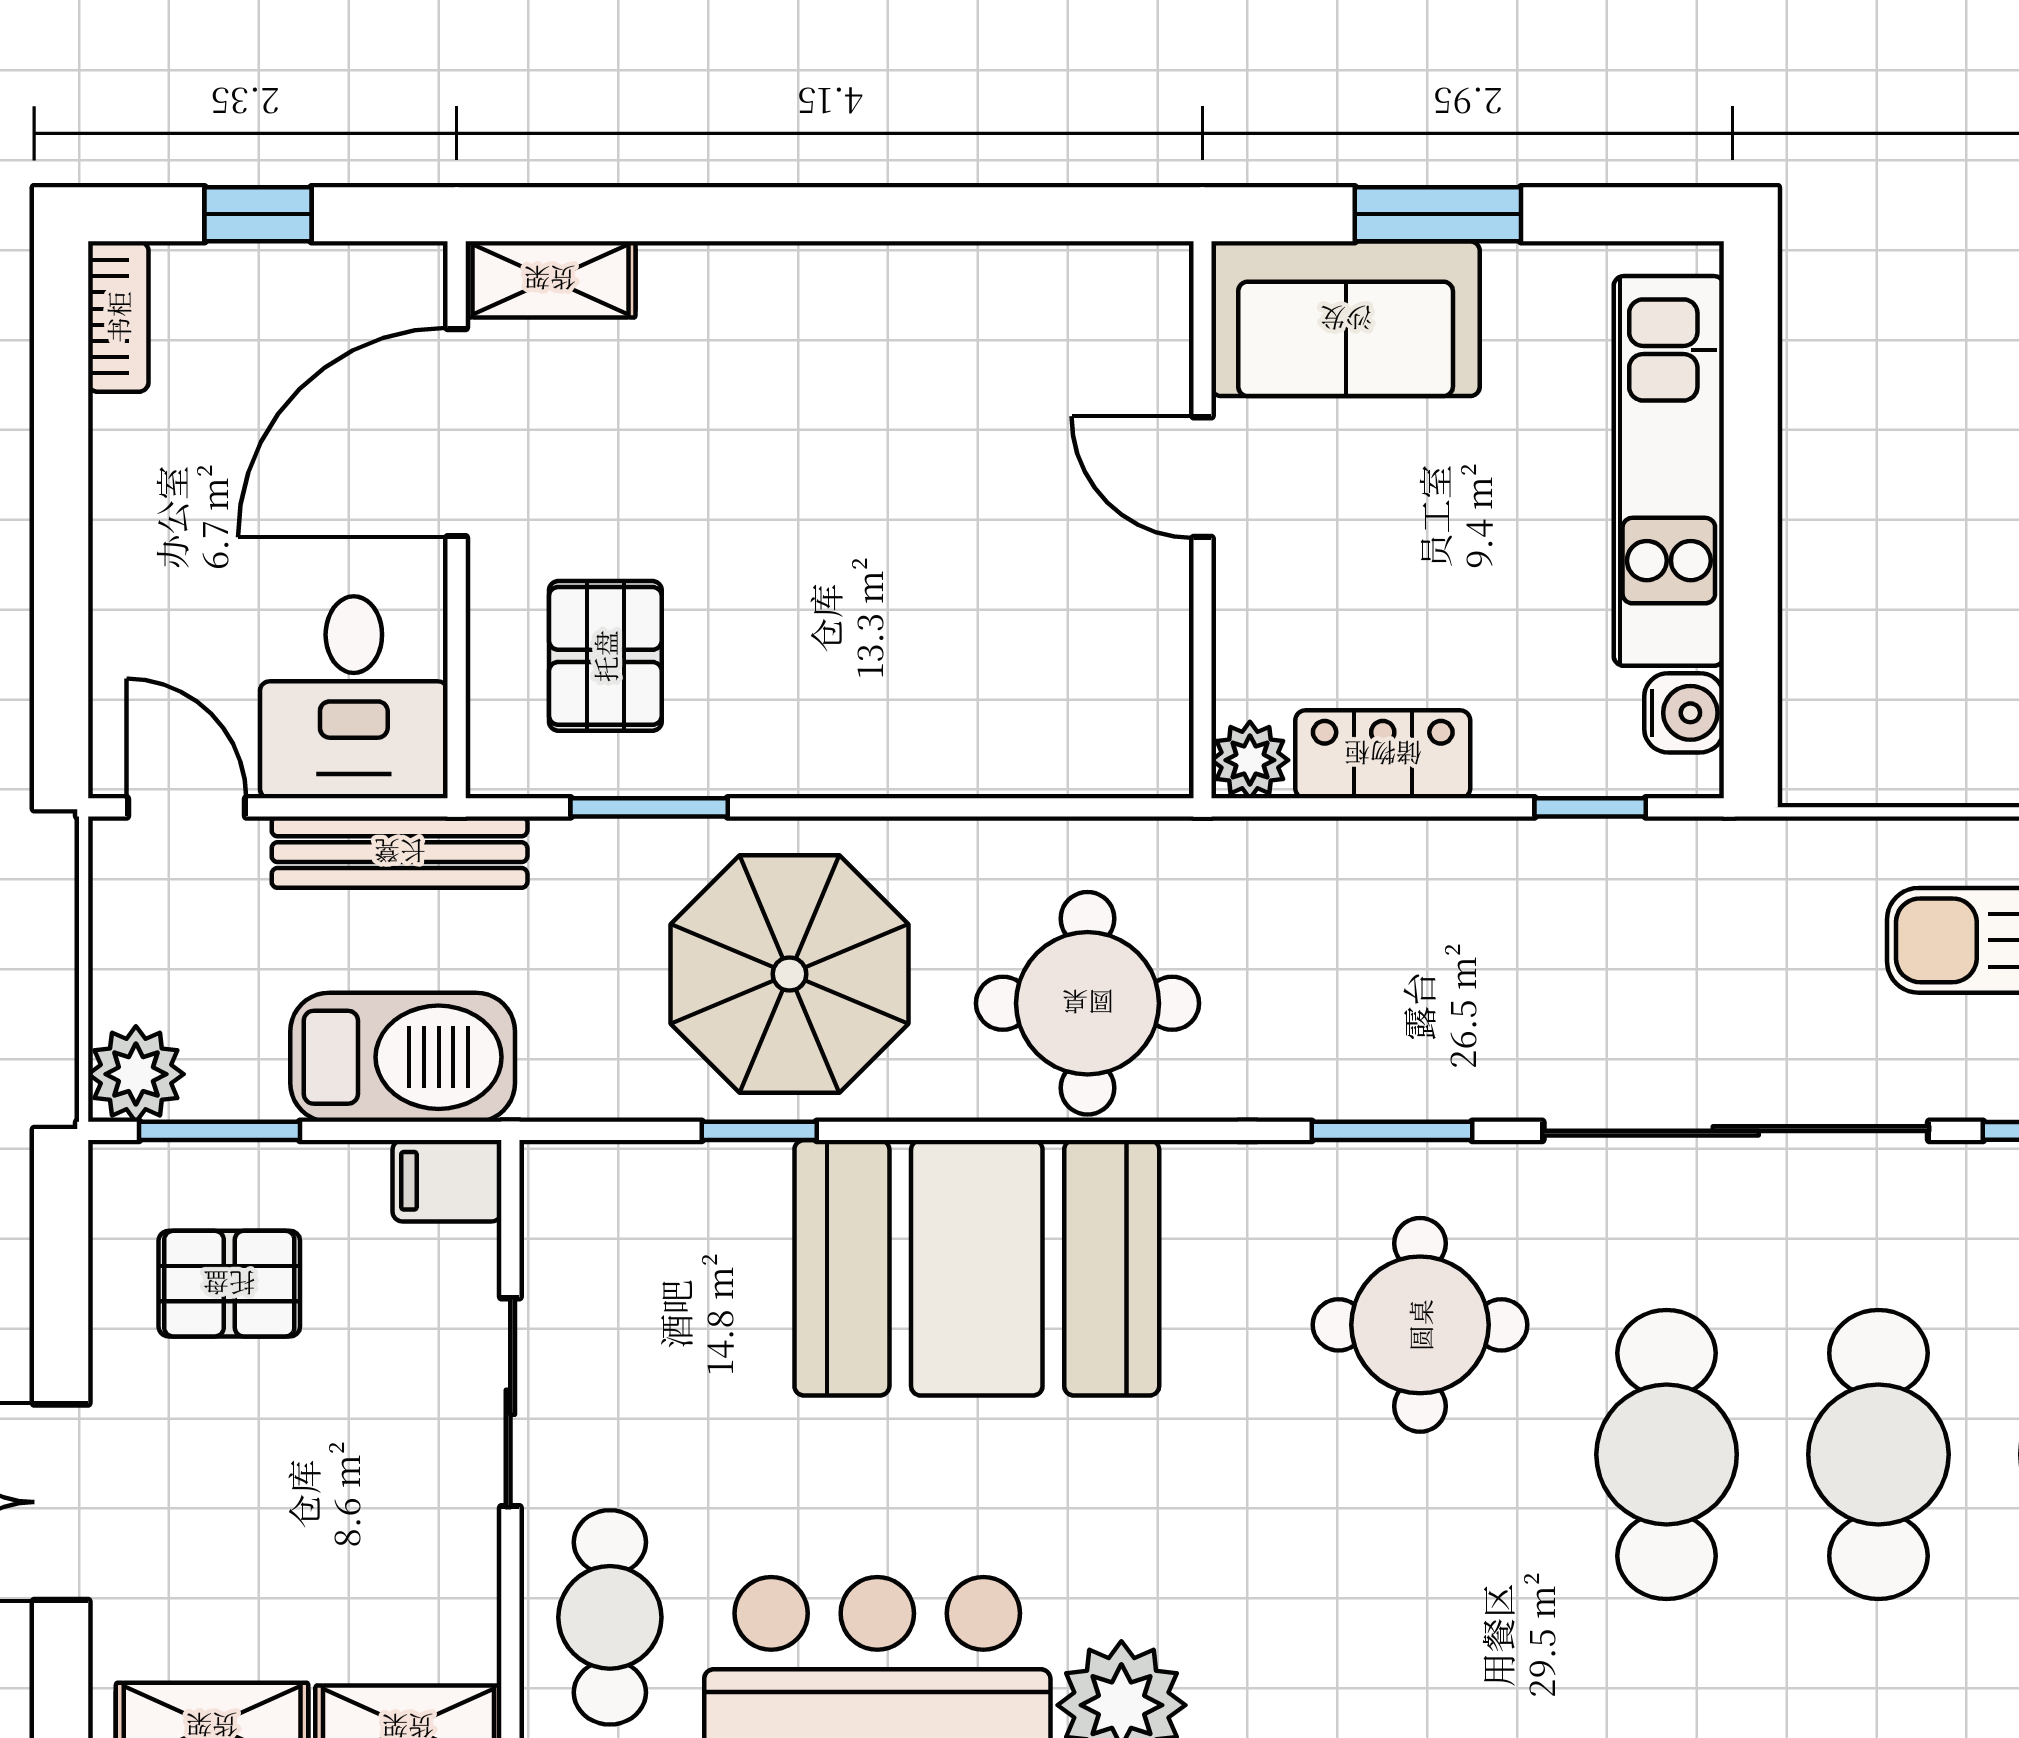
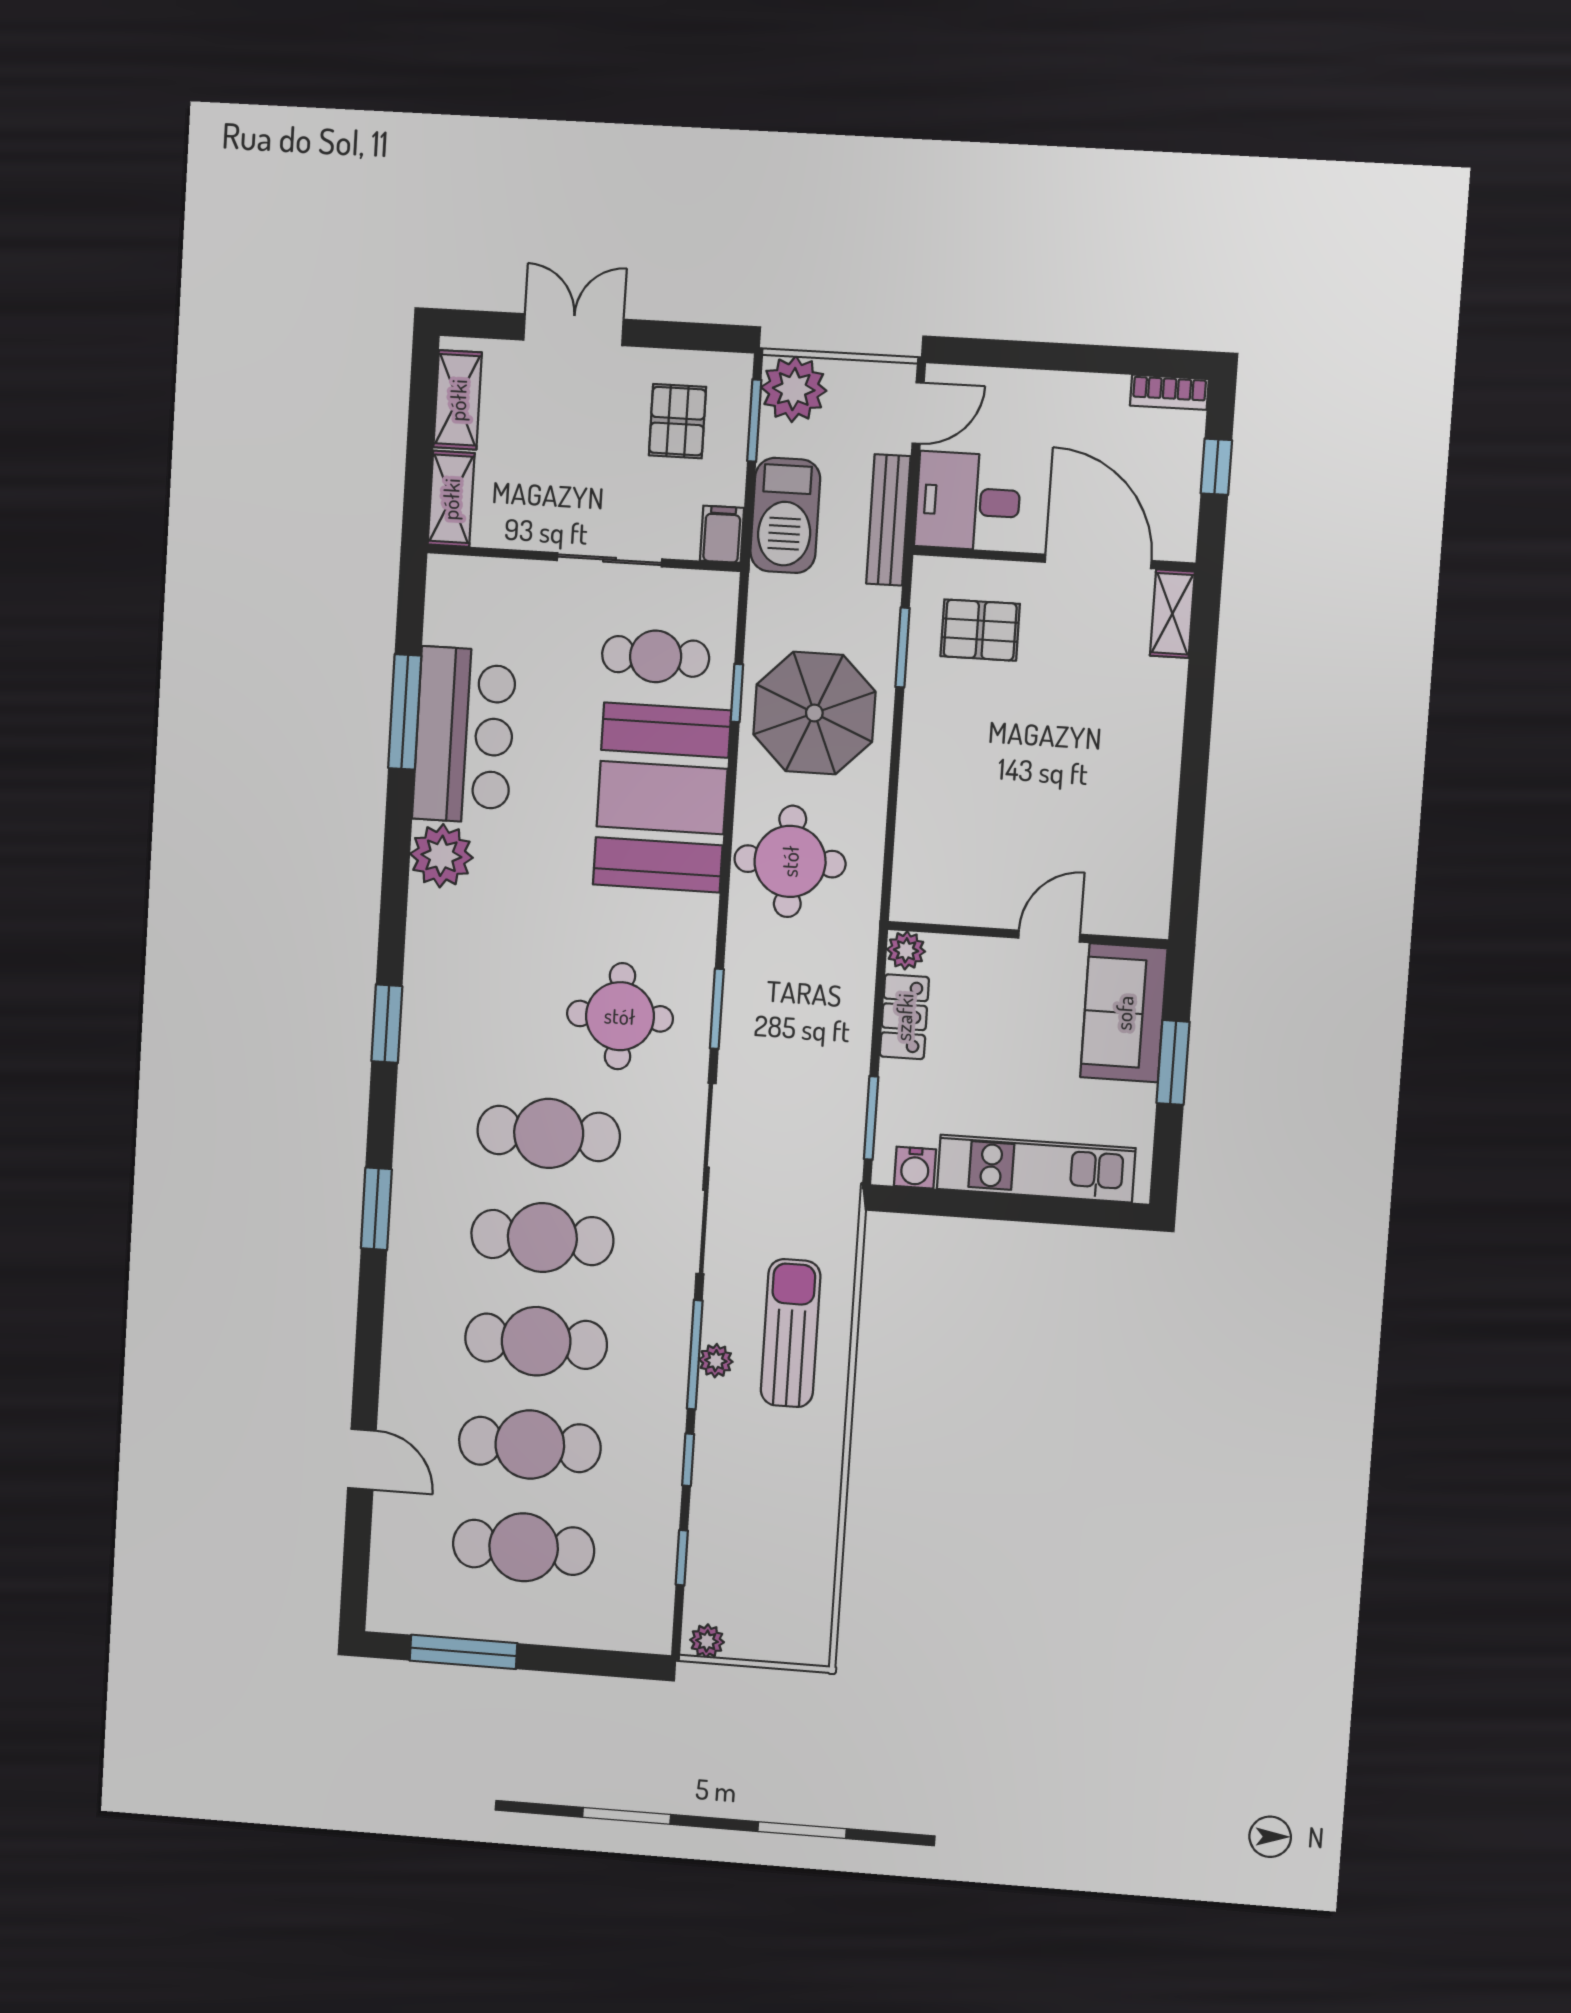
window: (1590, 807) -> (871, 1118), width x1.50
plant: (136, 1074) -> (794, 389), width x1.36, depth x1.36
cafe table: (610, 1617) -> (656, 656), moved

